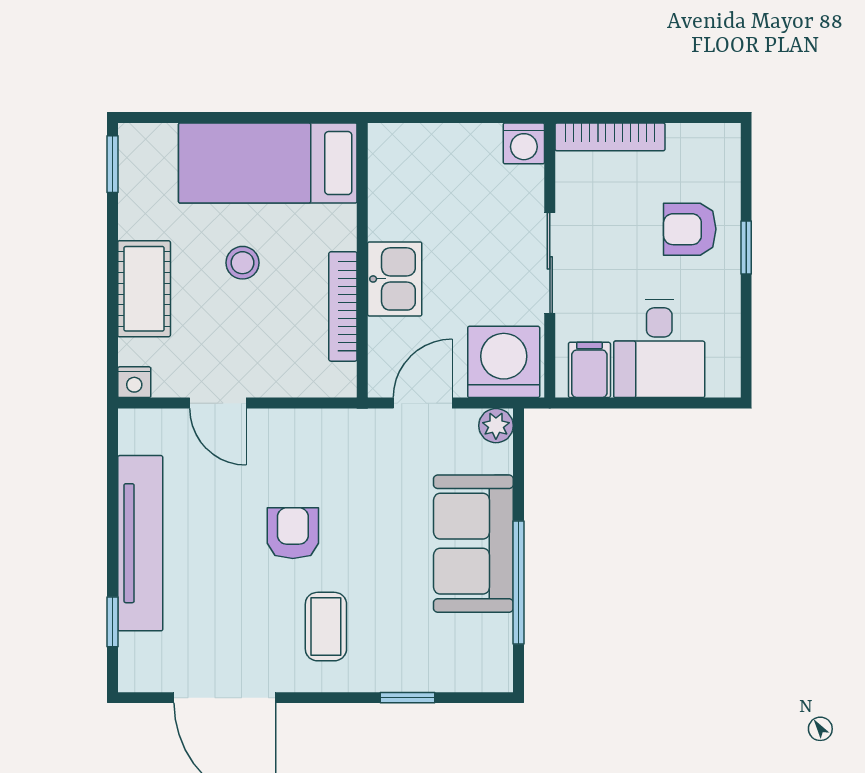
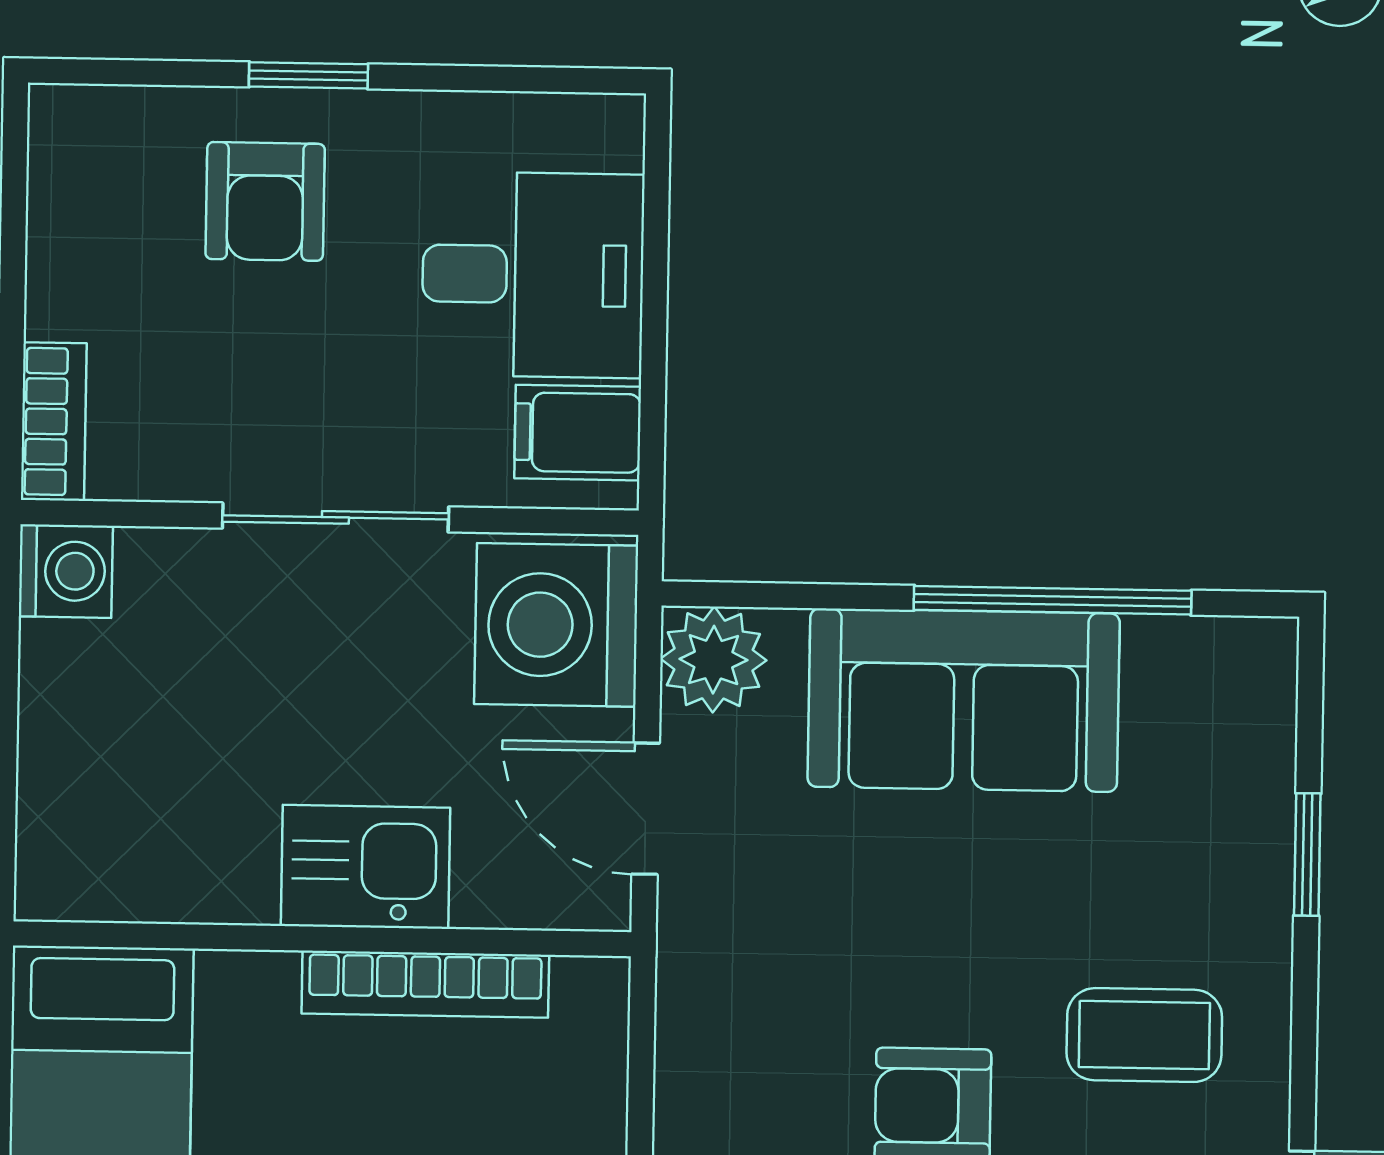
bookcase: (610, 137) -> (54, 422), width x0.64
plant: (496, 426) -> (713, 660), width x1.38, depth x1.38

